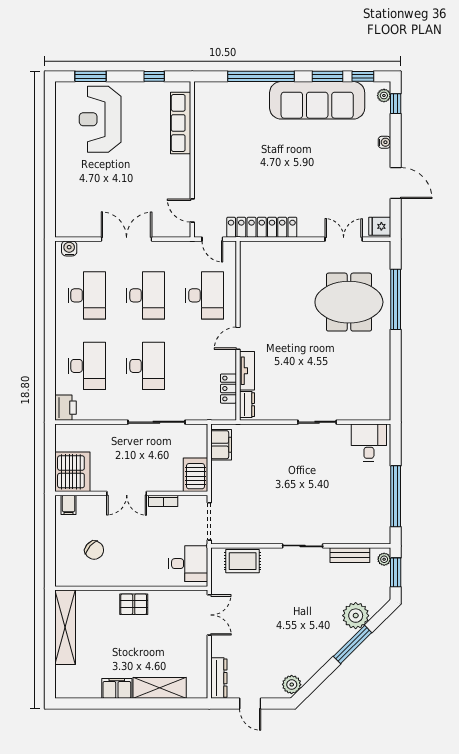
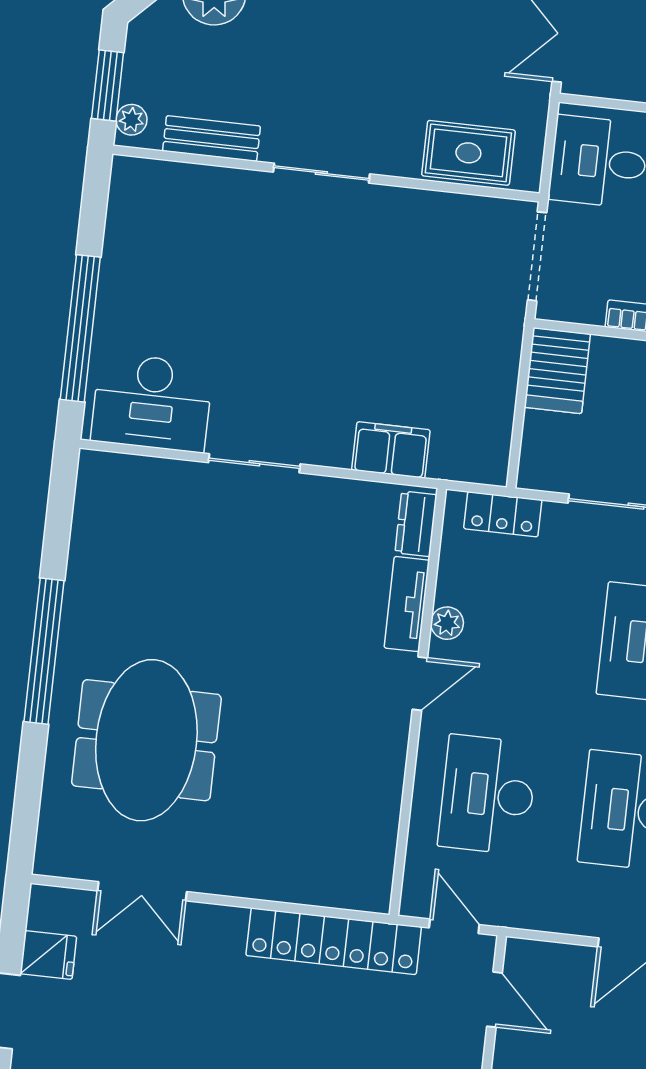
fridge: (380, 226) -> (48, 955), moved
window: (396, 299) -> (44, 651), moved
meeting table: (349, 302) -> (146, 740), turned 90
plant: (230, 365) -> (447, 623), added
locker: (228, 389) -> (503, 514), moved, turned 90
desk: (369, 443) -> (152, 403), width x1.37
filing cabinet: (221, 445) -> (391, 450), moved, turned 90
window: (396, 496) -> (80, 328), moved

